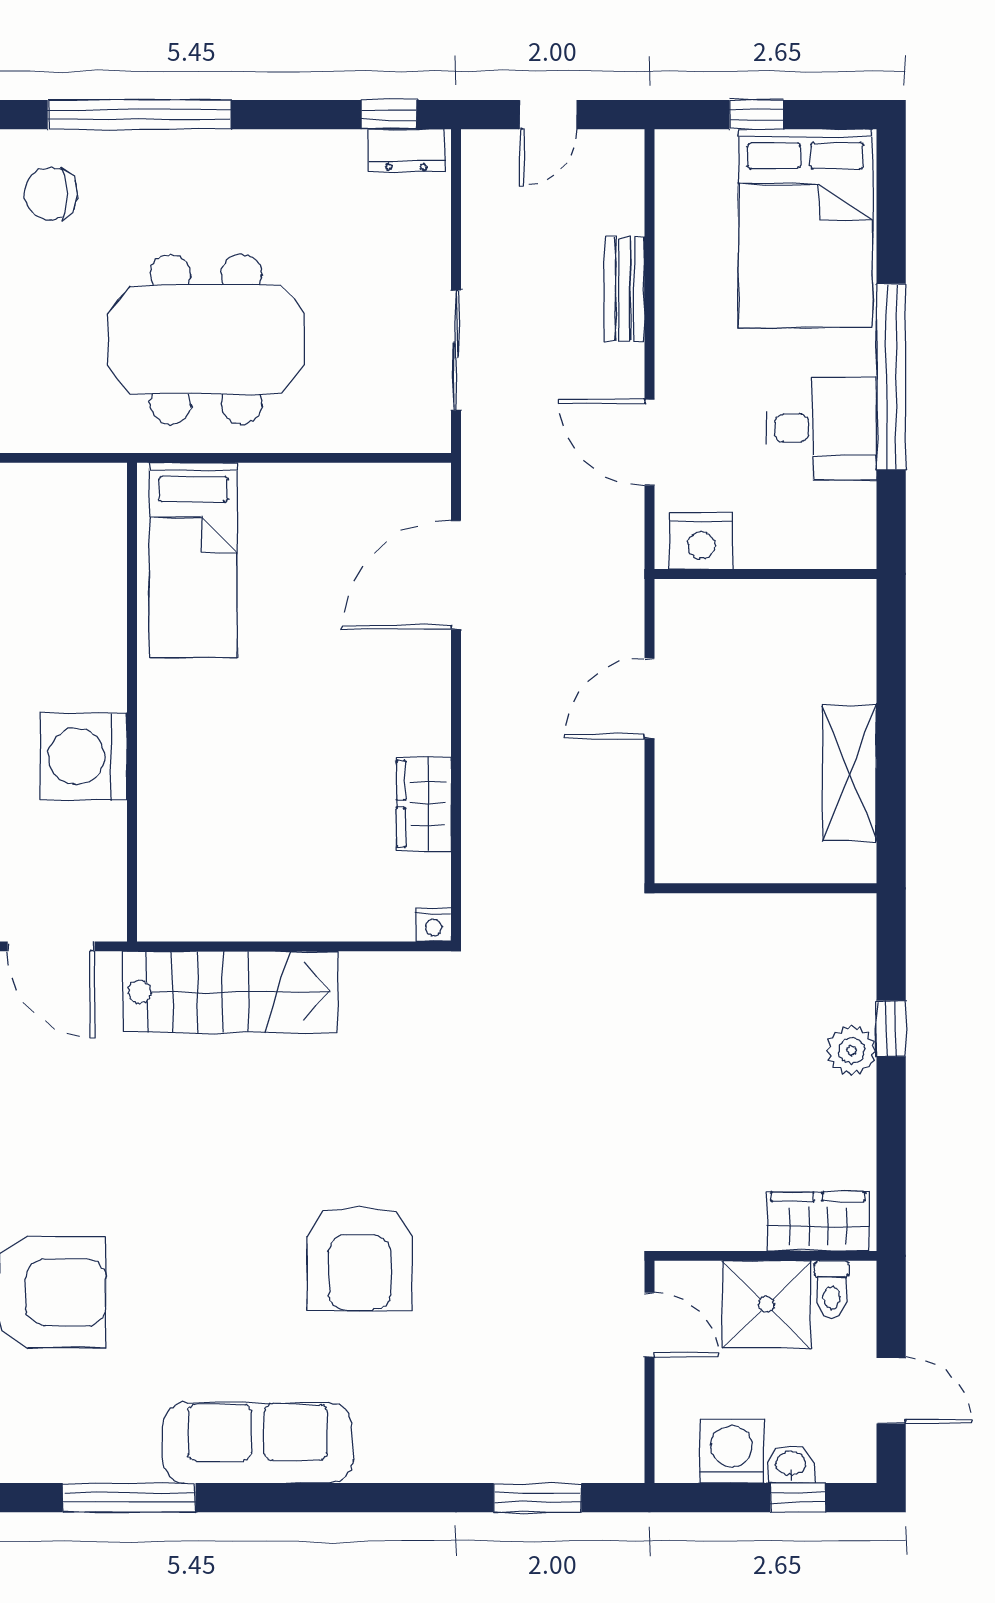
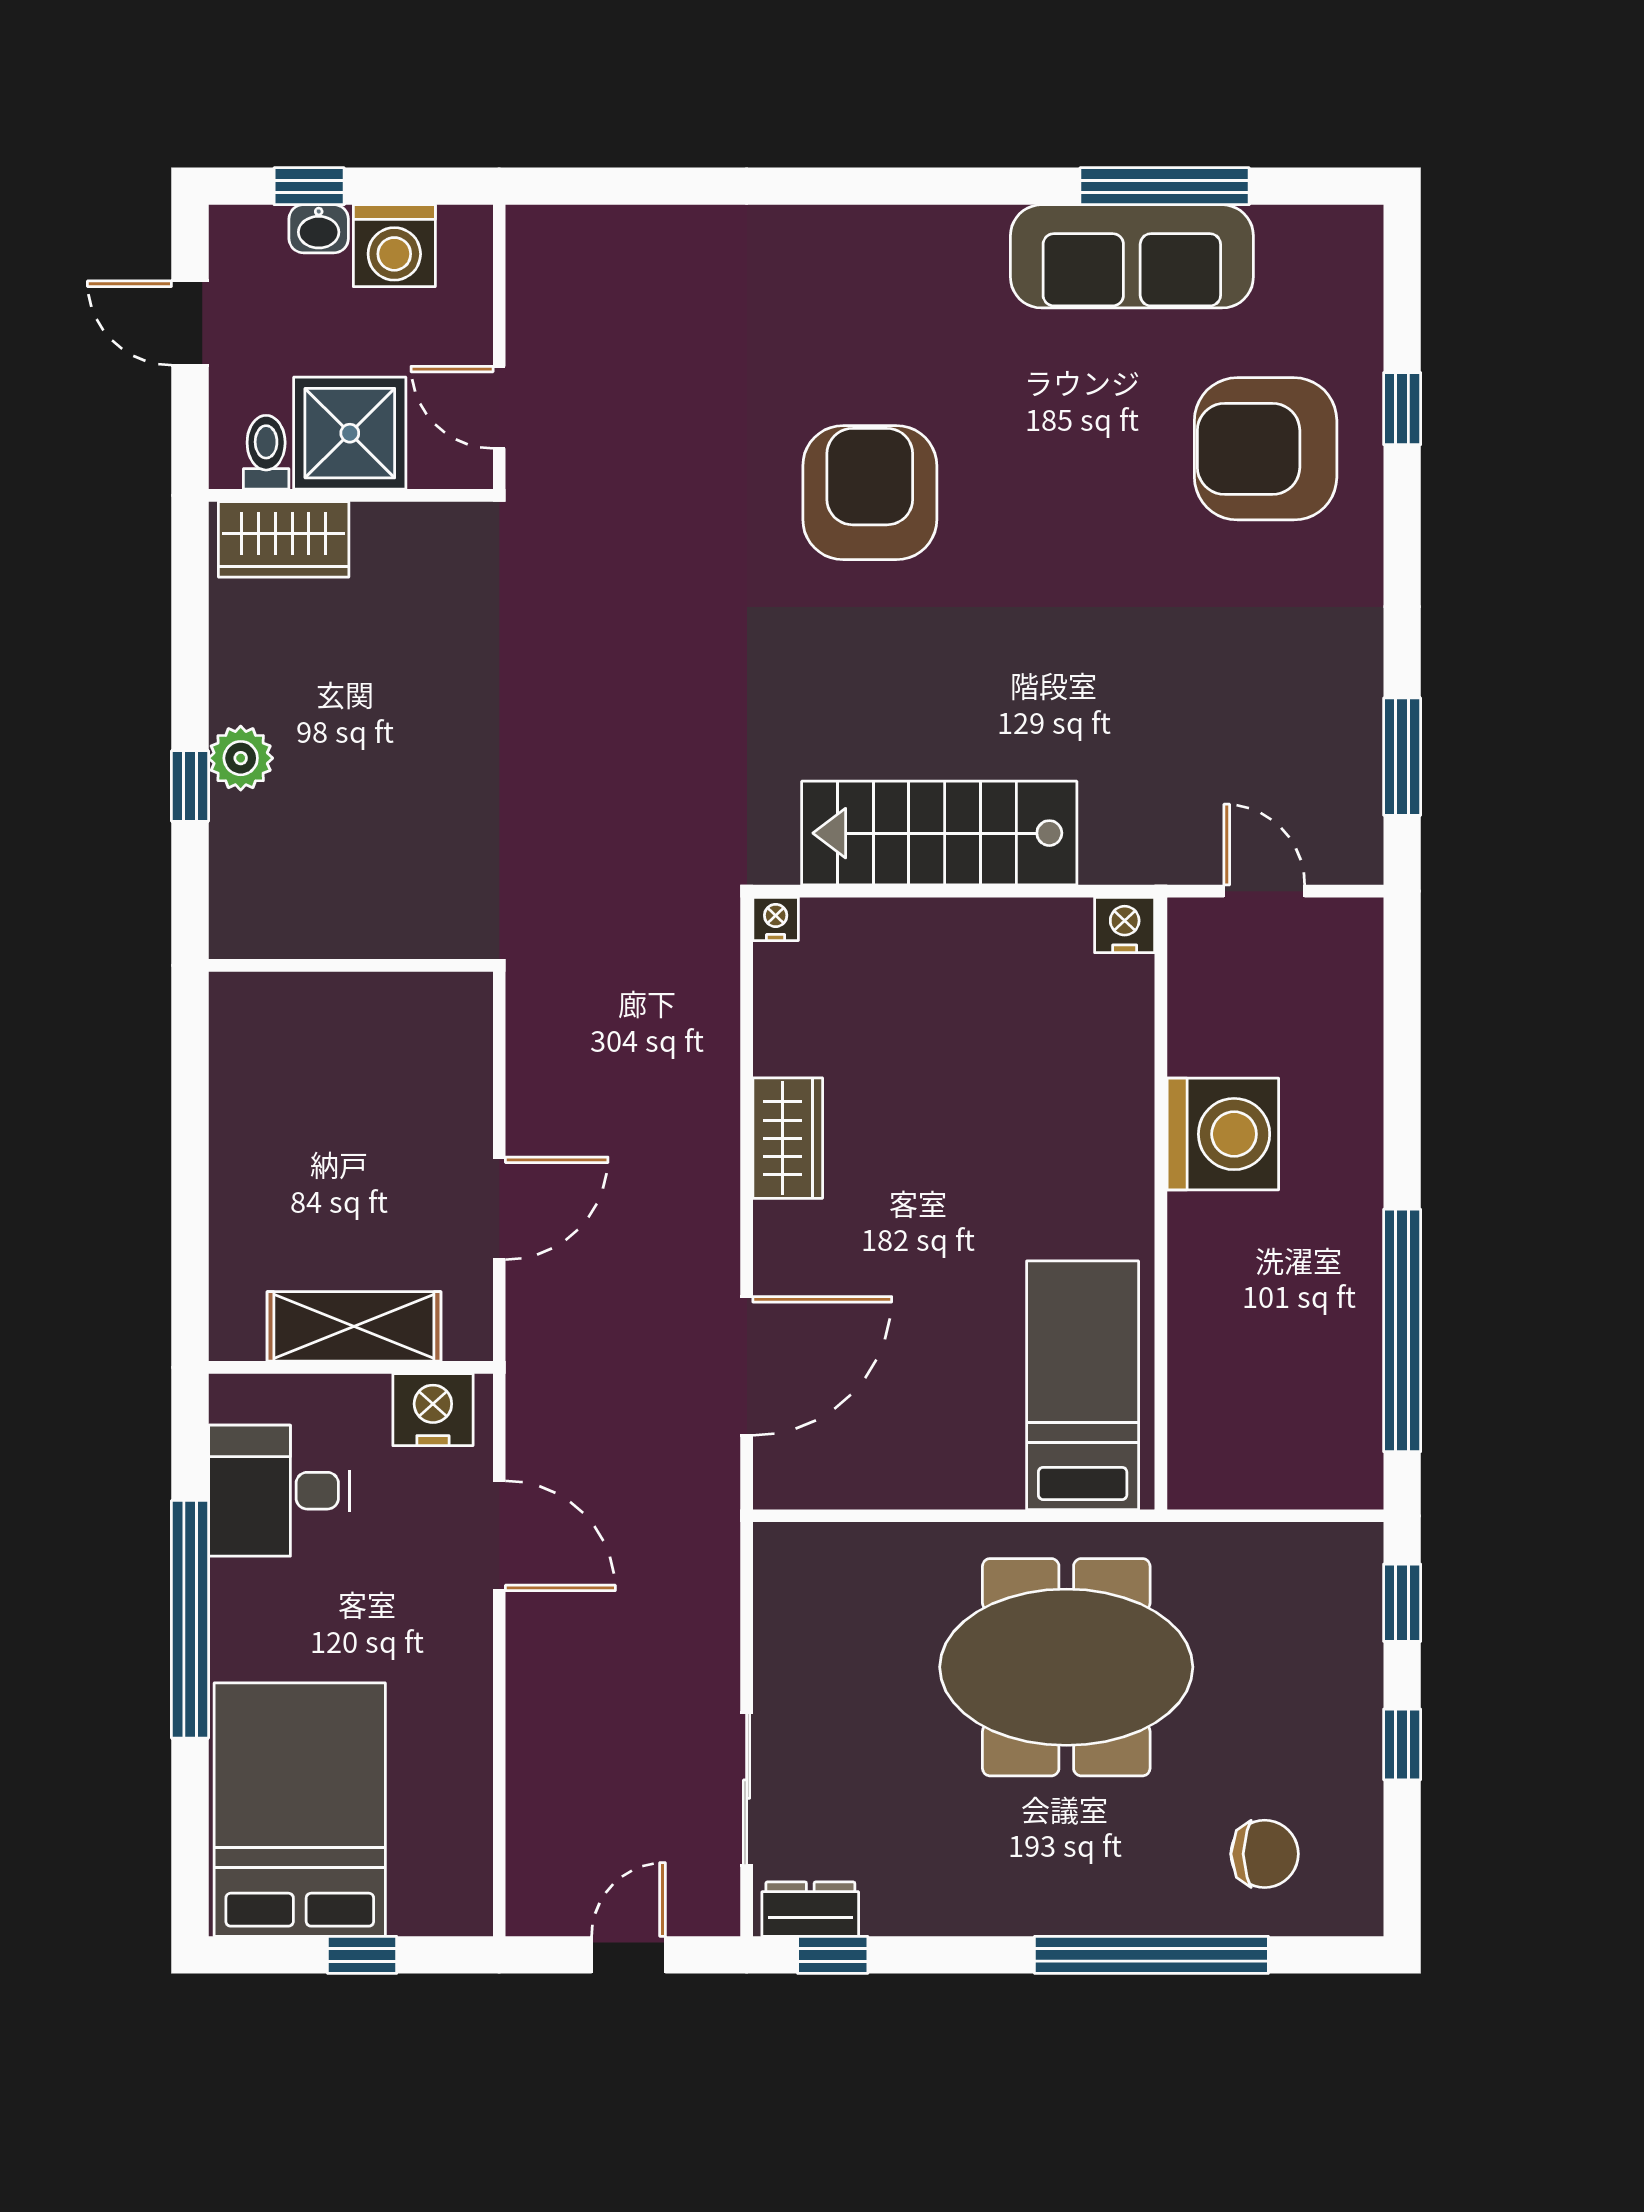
bench: (625, 289) -> (531, 1732), removed
sliding door: (456, 350) -> (747, 1789), moved
desk: (822, 429) -> (279, 1491), moved
shelving: (850, 773) -> (354, 1326), moved, turned 90
wardrobe: (424, 804) -> (788, 1138), moved
nightstand: (160, 920) -> (1125, 925), added
door: (51, 946) -> (1264, 891), width x0.73
stairs: (230, 992) -> (939, 833), moved
sofa: (258, 1443) -> (1132, 256), moved
window: (538, 1498) -> (642, 186), removed

